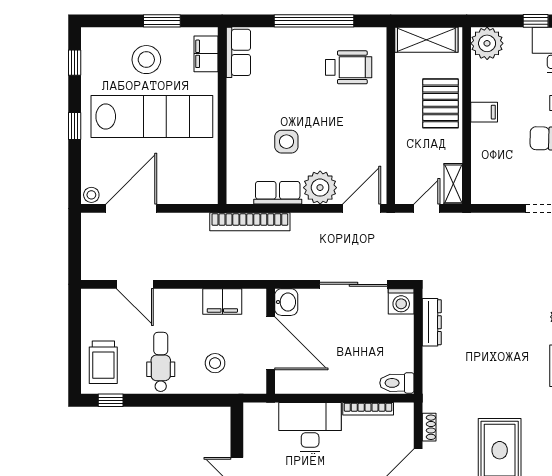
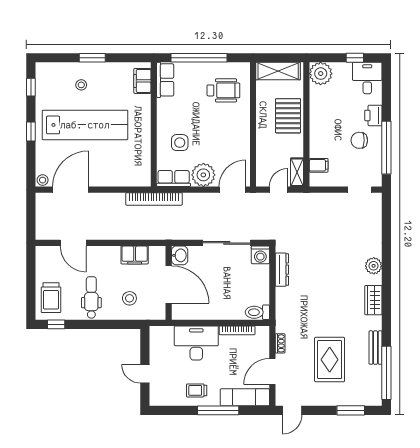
row of seats: (238, 52) -> (165, 80), moved
filing cabinet: (206, 54) -> (142, 81), moved
stool: (146, 60) -> (81, 85), width x0.53, depth x0.53
filing cabinet: (484, 112) -> (319, 165), moved
wall: (222, 116) -> (154, 124), moved

